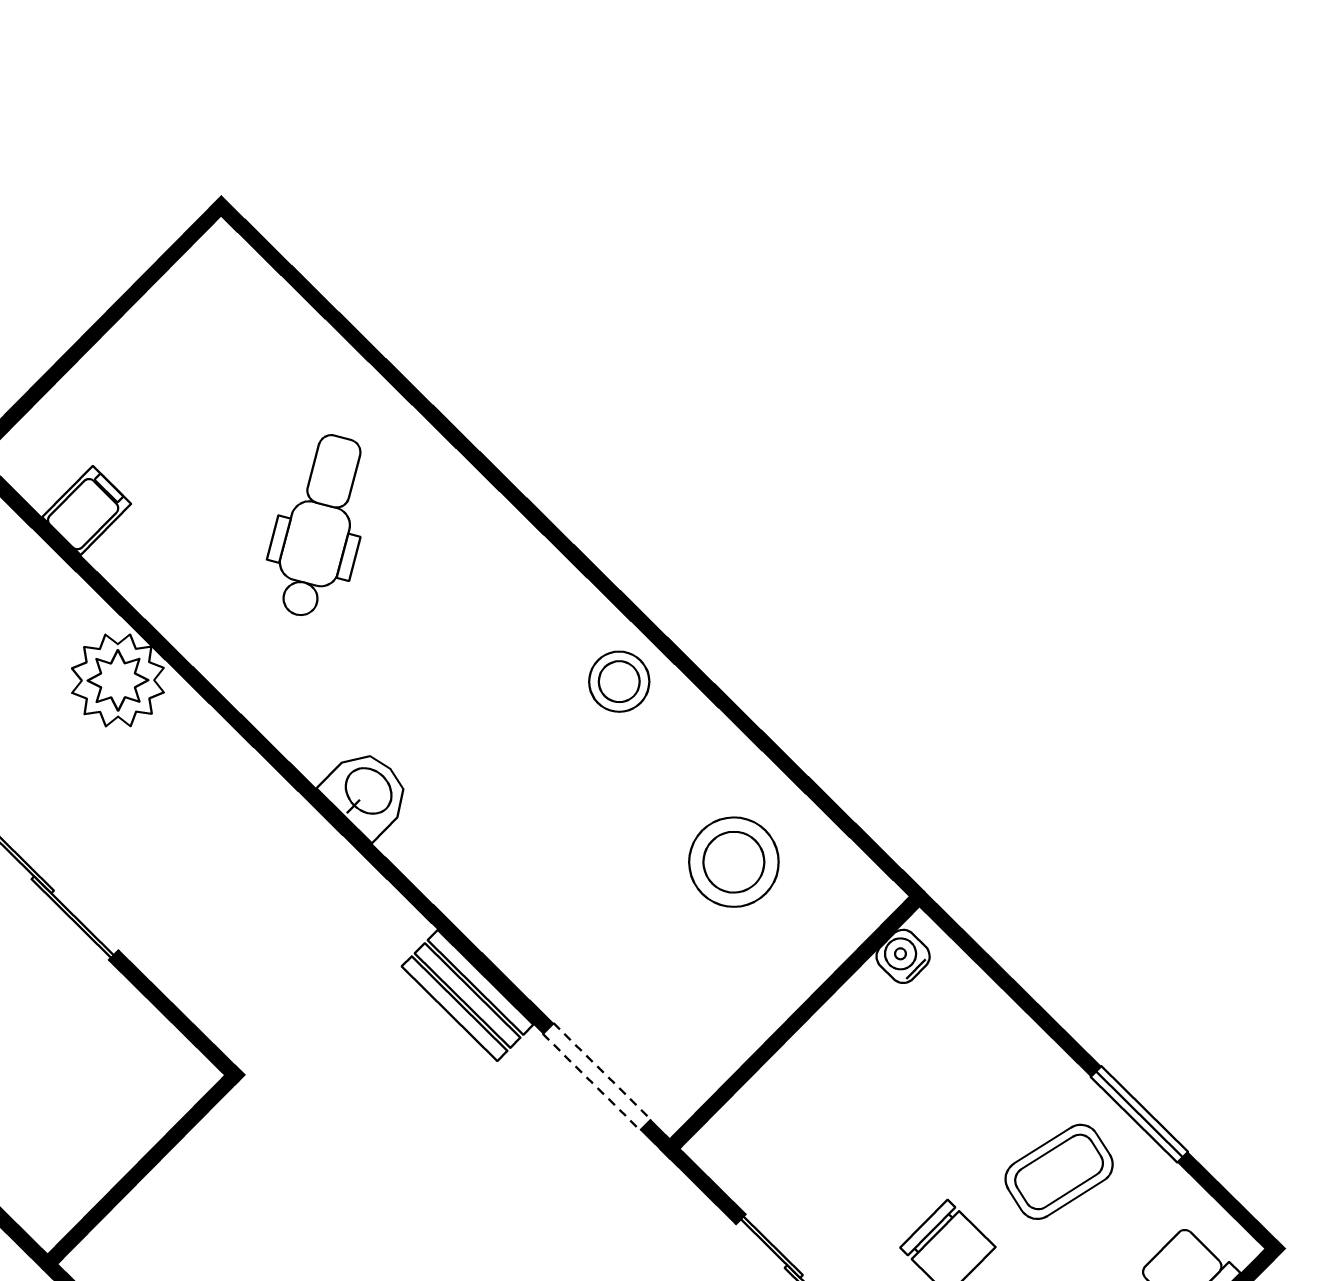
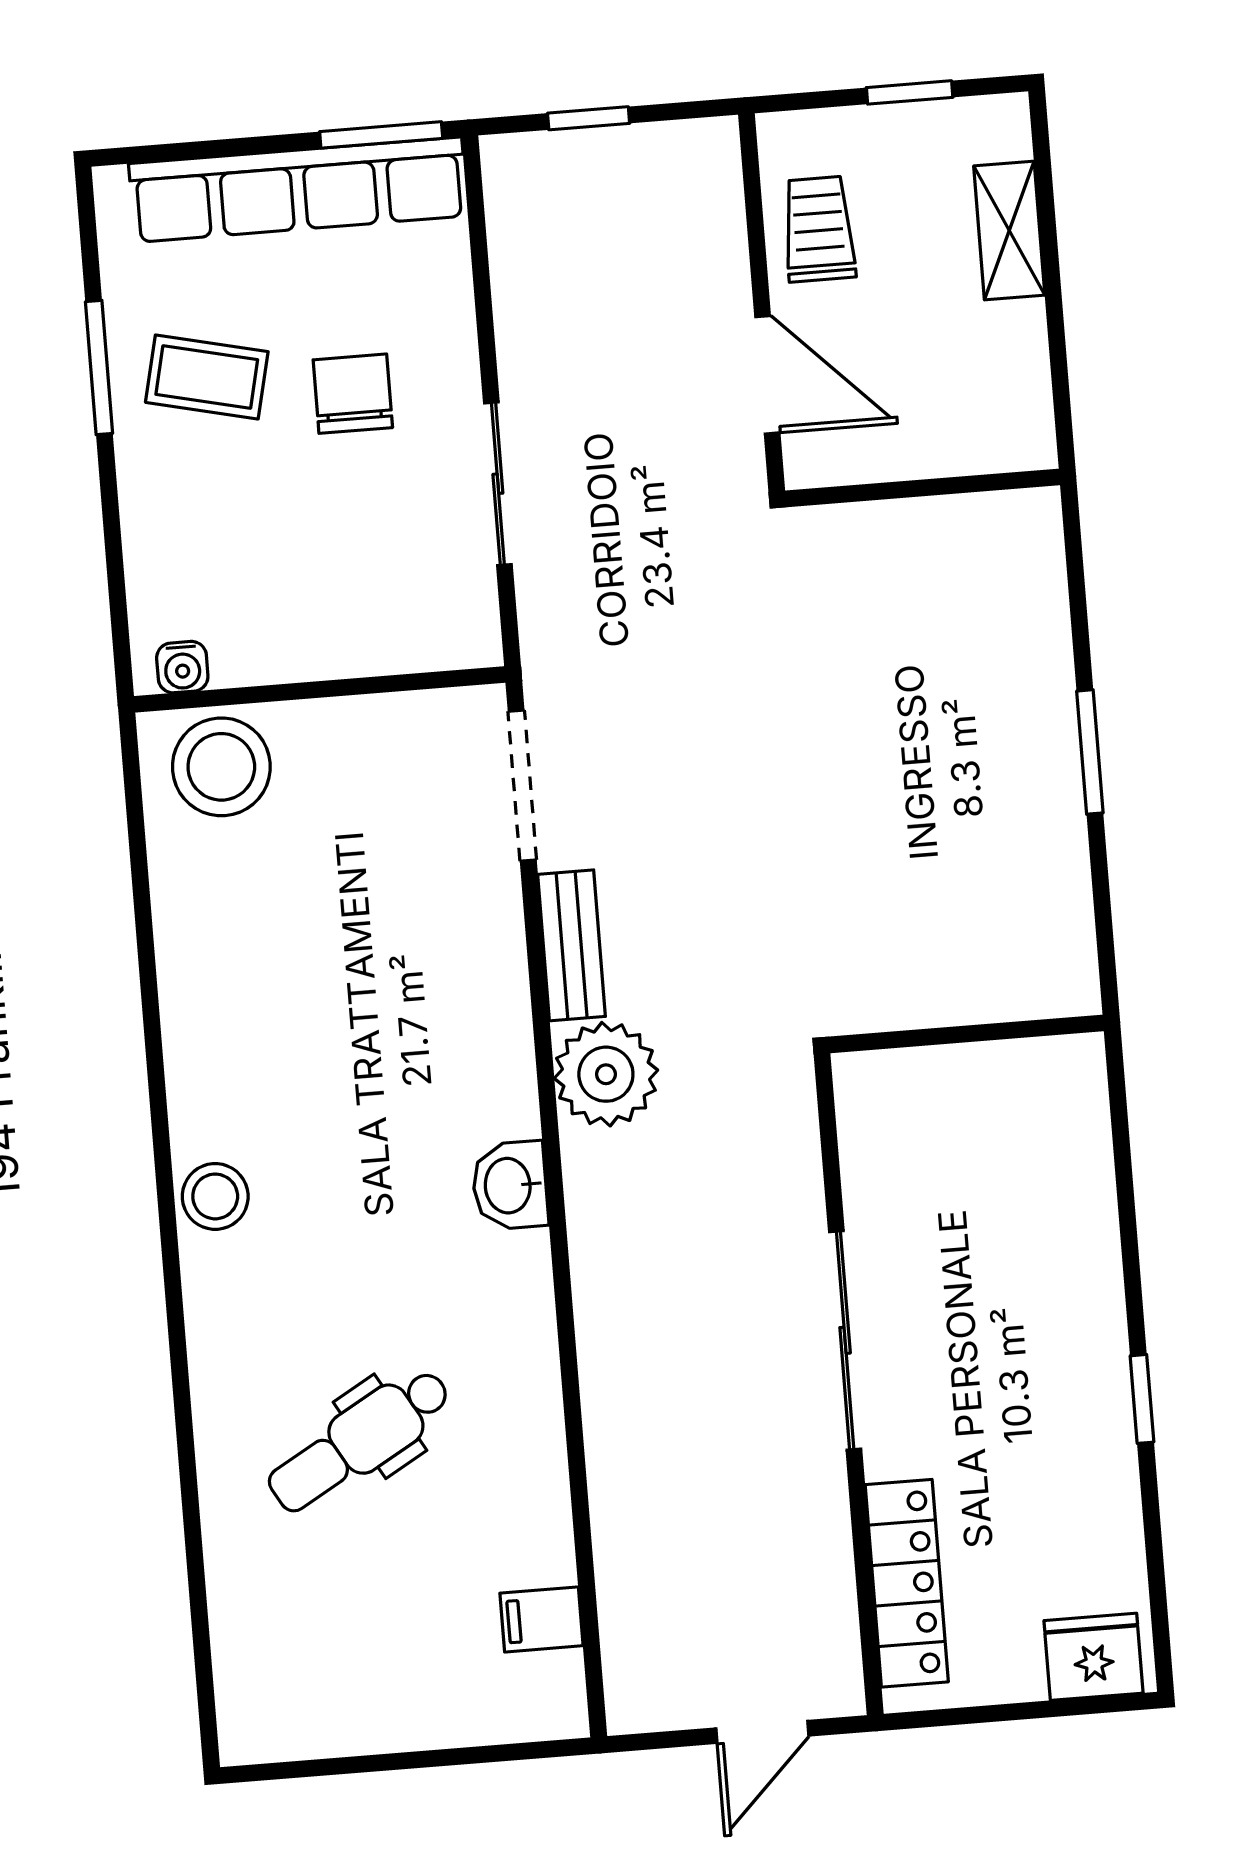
plant: (118, 680) -> (606, 1074), moved
stool: (619, 682) -> (215, 1196), moved
stool: (734, 862) -> (221, 767), moved

